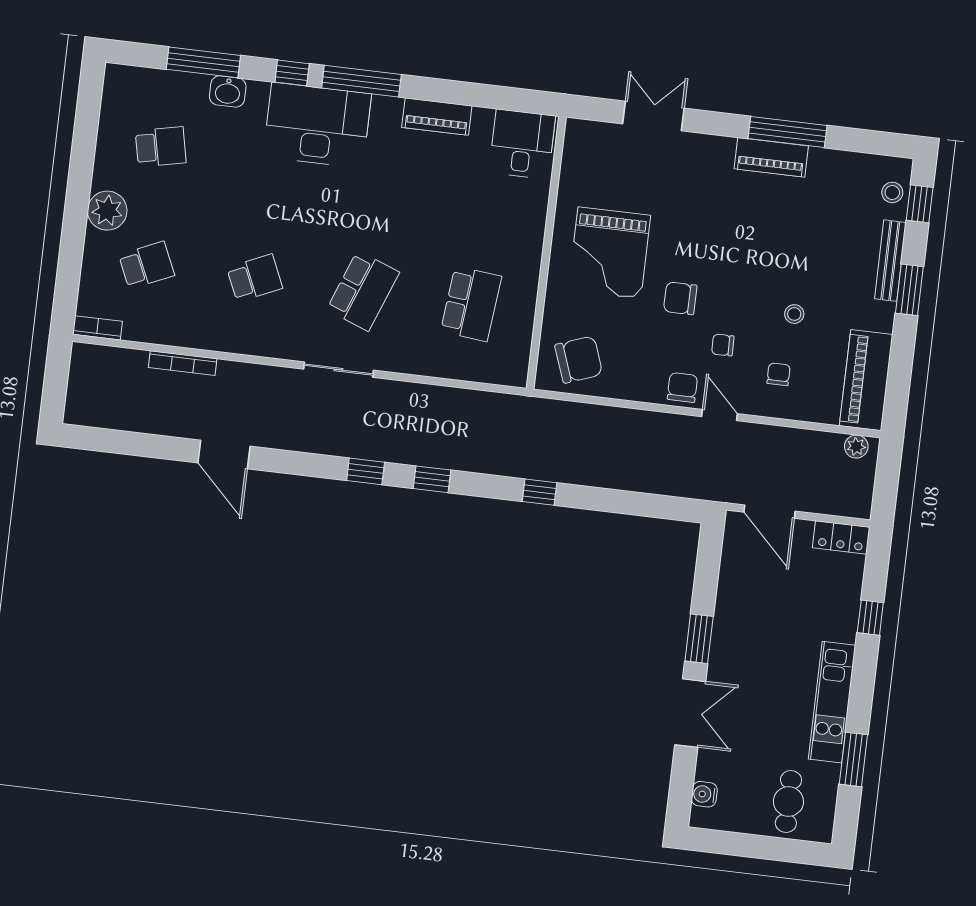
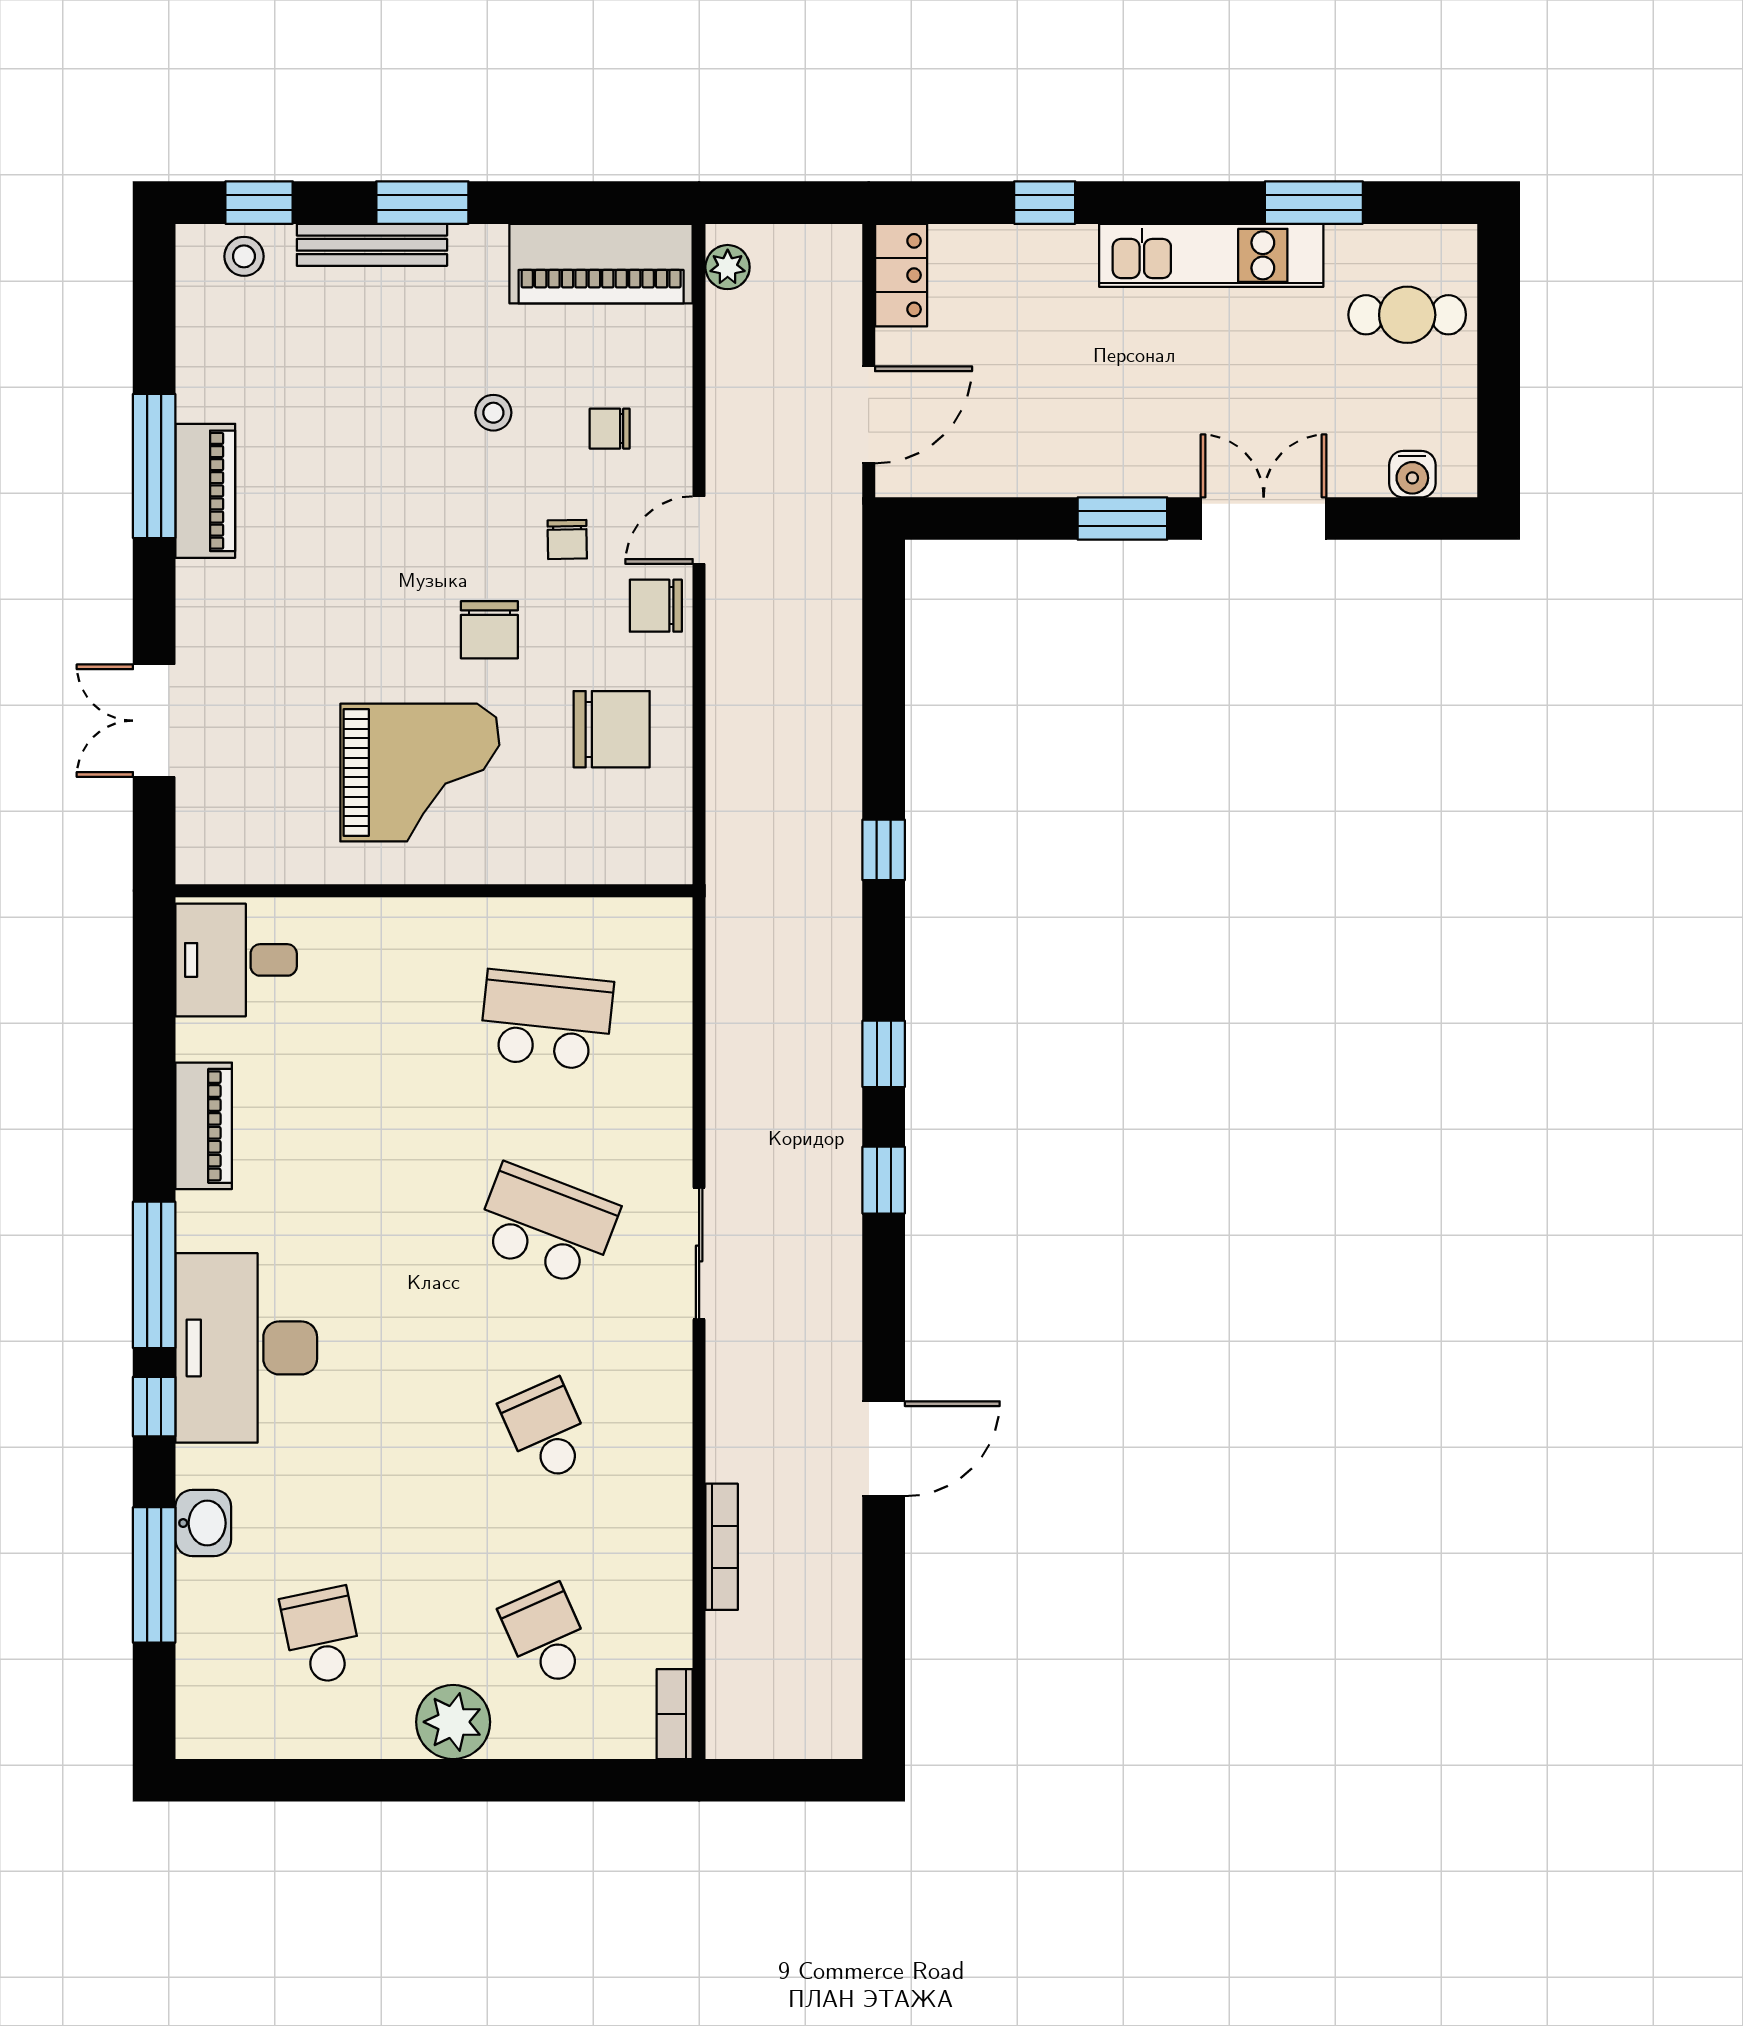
chair: (579, 360) -> (612, 729), moved, turned 110

